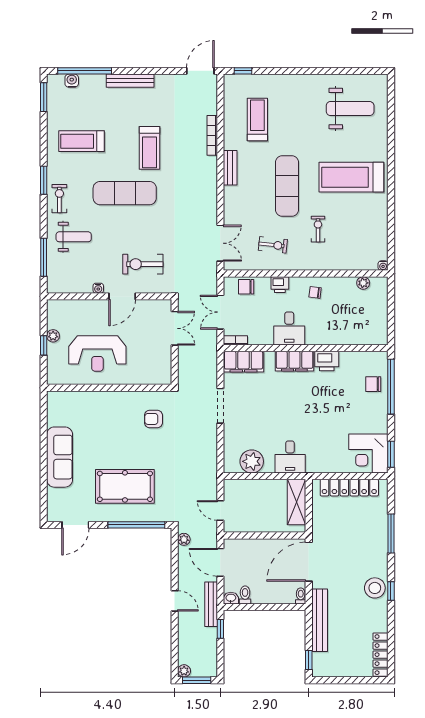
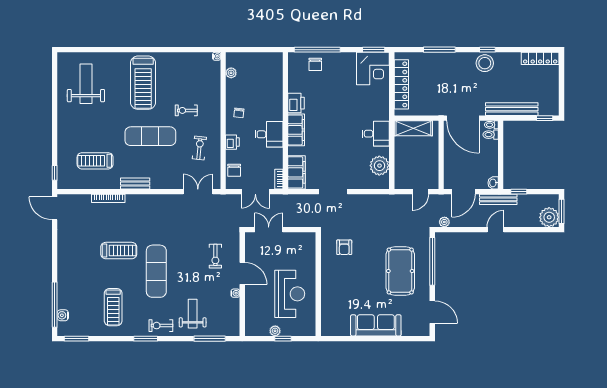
bench: (130, 81) -> (63, 267), removed
exercise bike: (143, 264) -> (215, 256), width x0.73, depth x0.72
toilet: (245, 595) -> (491, 135), moved
plant: (184, 671) -> (549, 217), width x1.88, depth x1.88

